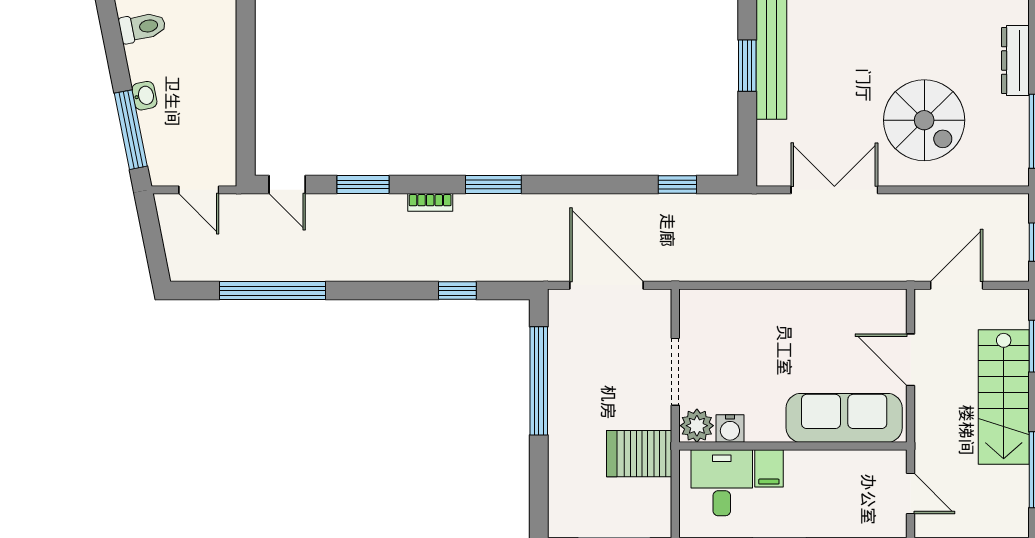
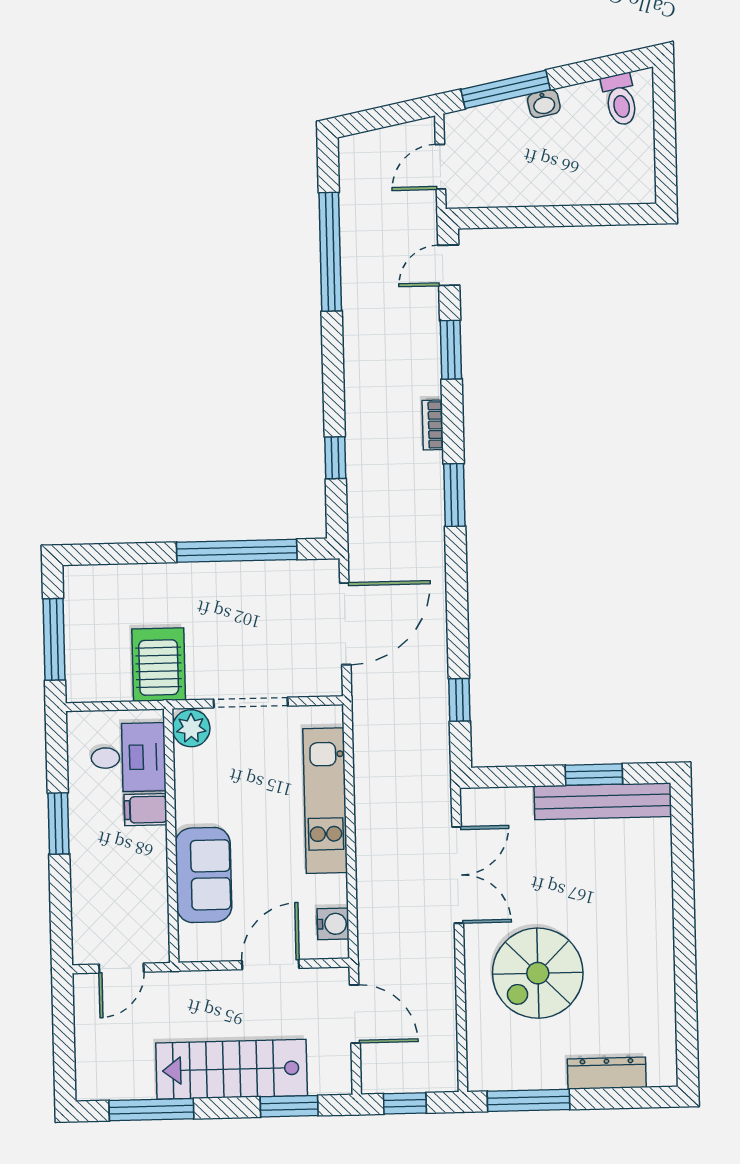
kitchen unit: (765, 307) -> (325, 801), added
sofa: (844, 418) -> (203, 875), width x0.73
water cooler: (730, 429) -> (333, 924), moved, turned 180

